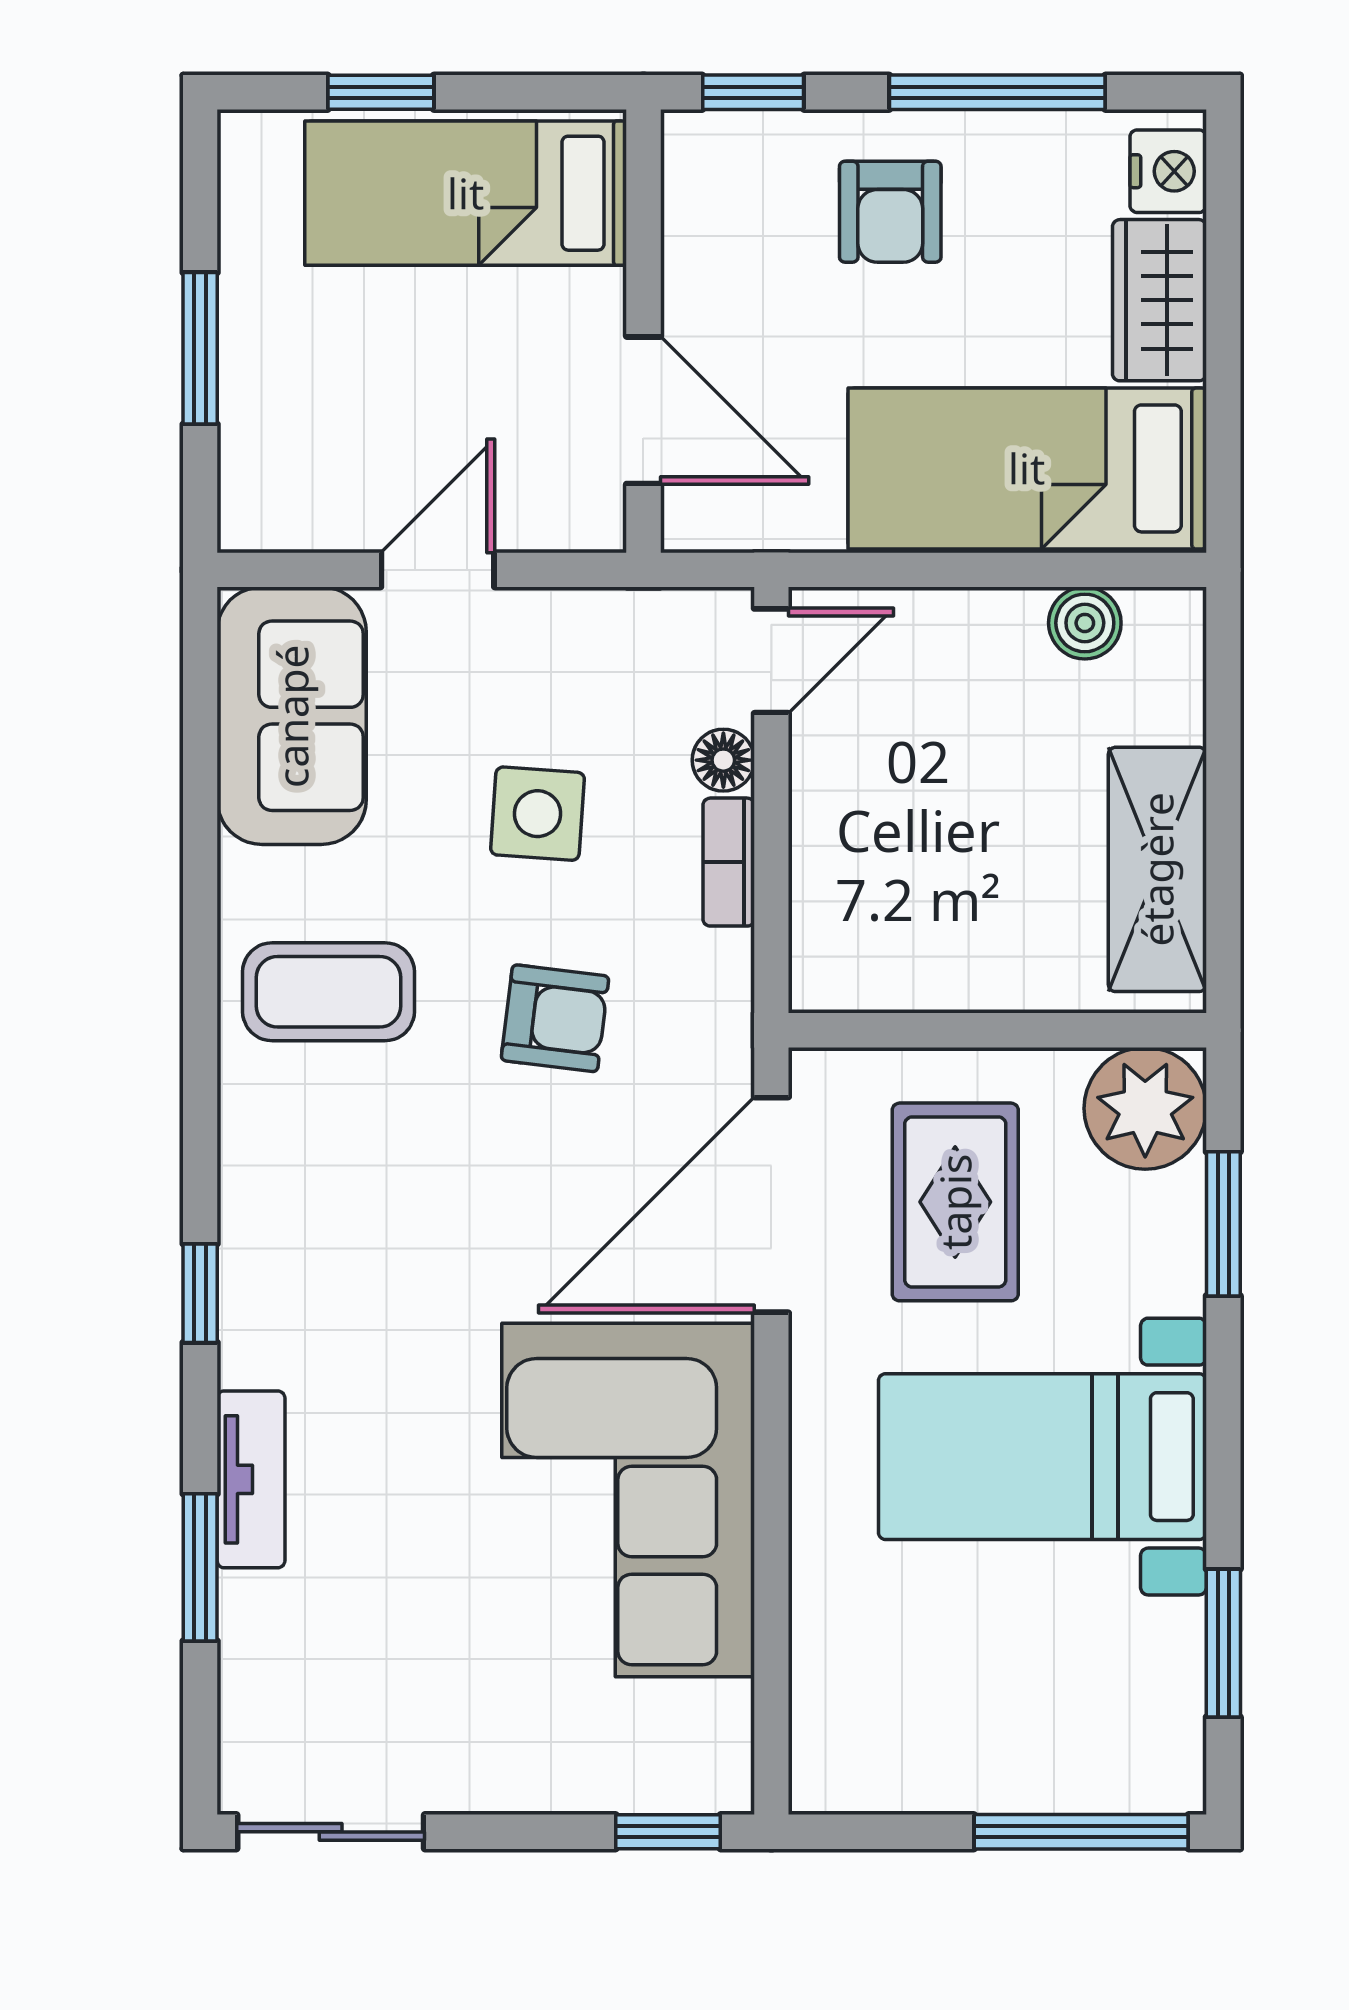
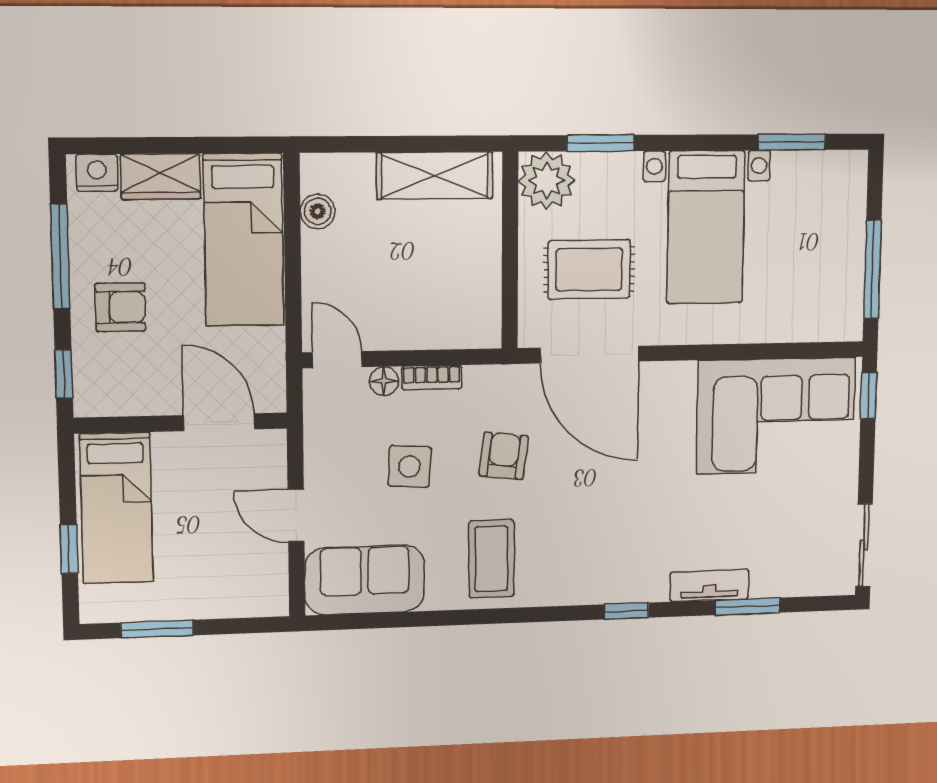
window: (200, 348) -> (157, 629), moved
door: (643, 410) -> (219, 422), hinge flipped
corner sofa: (628, 1500) -> (776, 416), moved
window: (1081, 1832) -> (872, 269), moved

